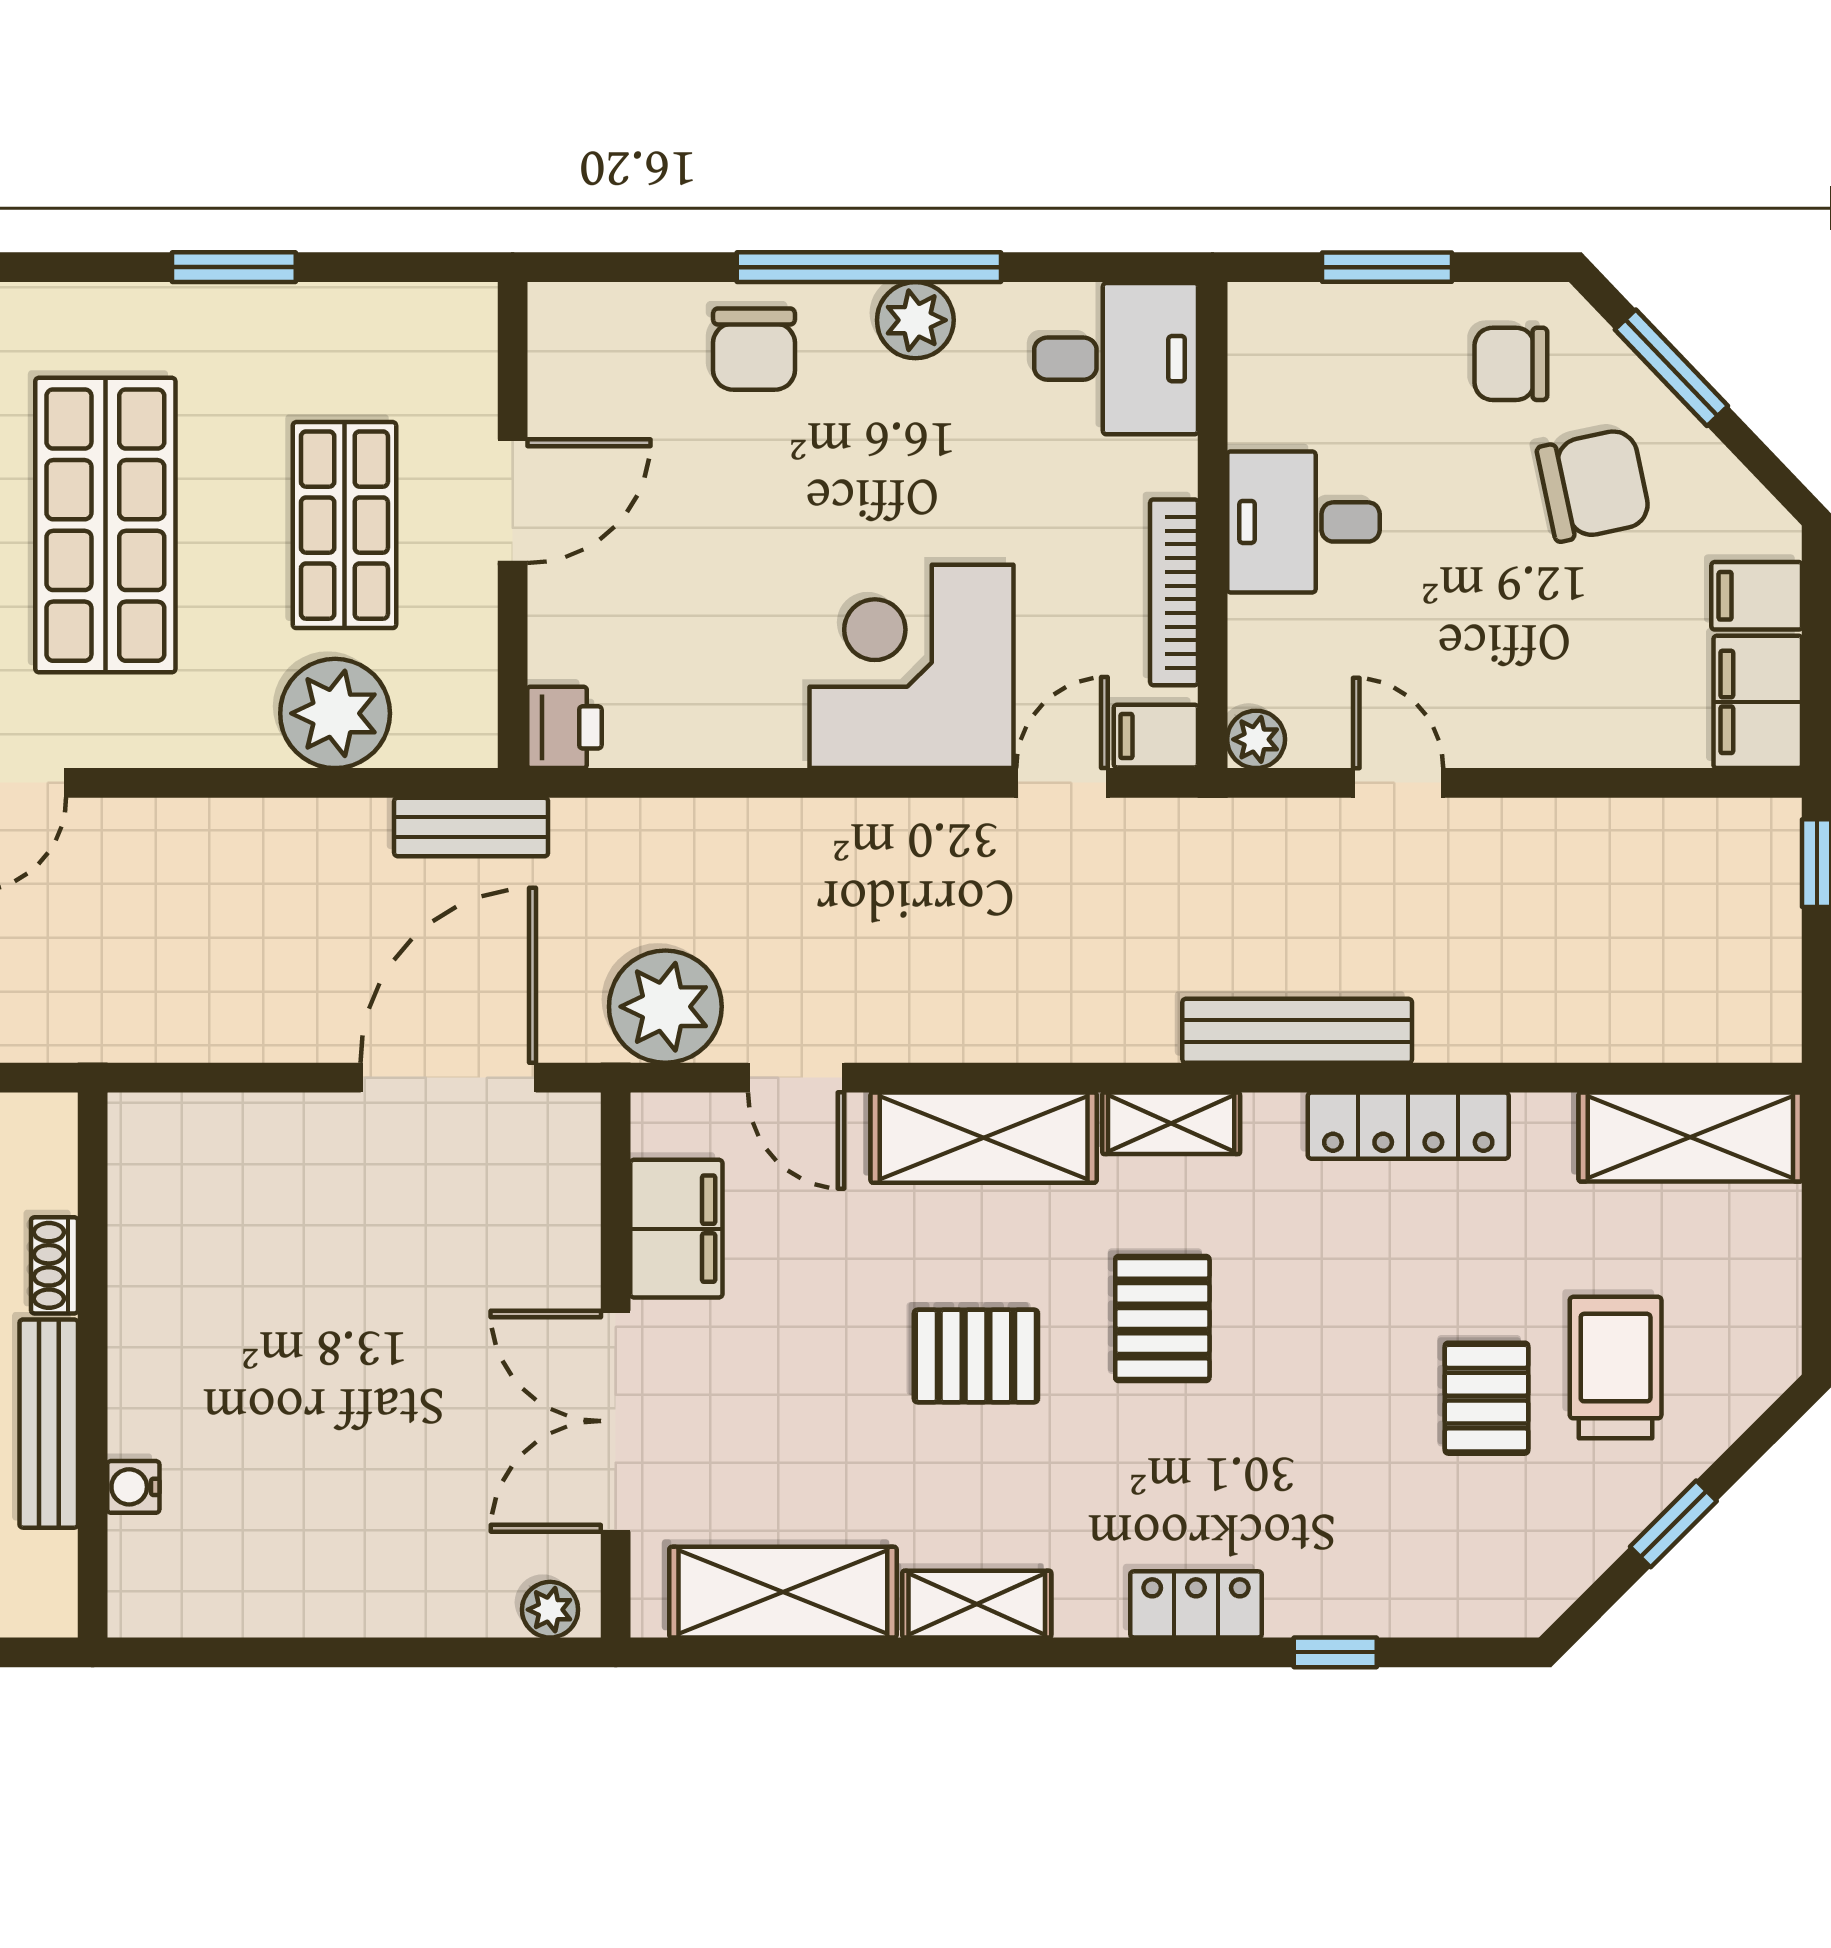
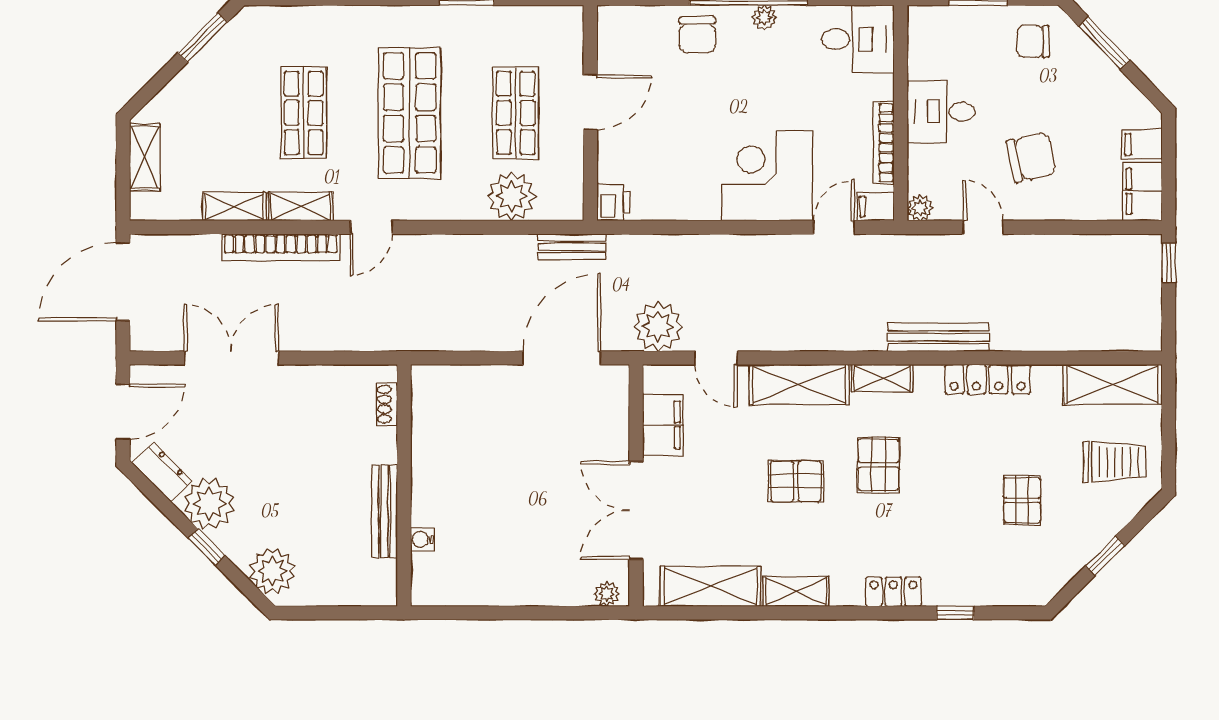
plant: (915, 320) -> (764, 17), width x0.73, depth x0.73
chair: (1594, 485) -> (1031, 157), moved
shoe rack: (54, 1265) -> (387, 404), moved
trolley: (1616, 1367) -> (1114, 462), moved, turned 90

